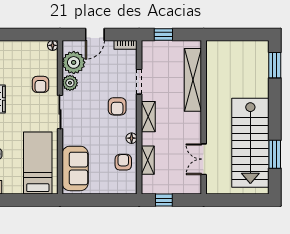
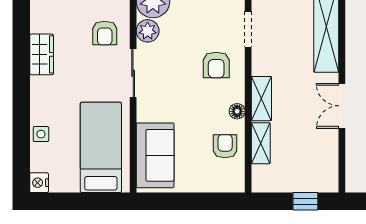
shelving: (148, 117) -> (261, 99), moved
double door: (204, 159) -> (342, 106), moved
window: (164, 200) -> (305, 201), moved

